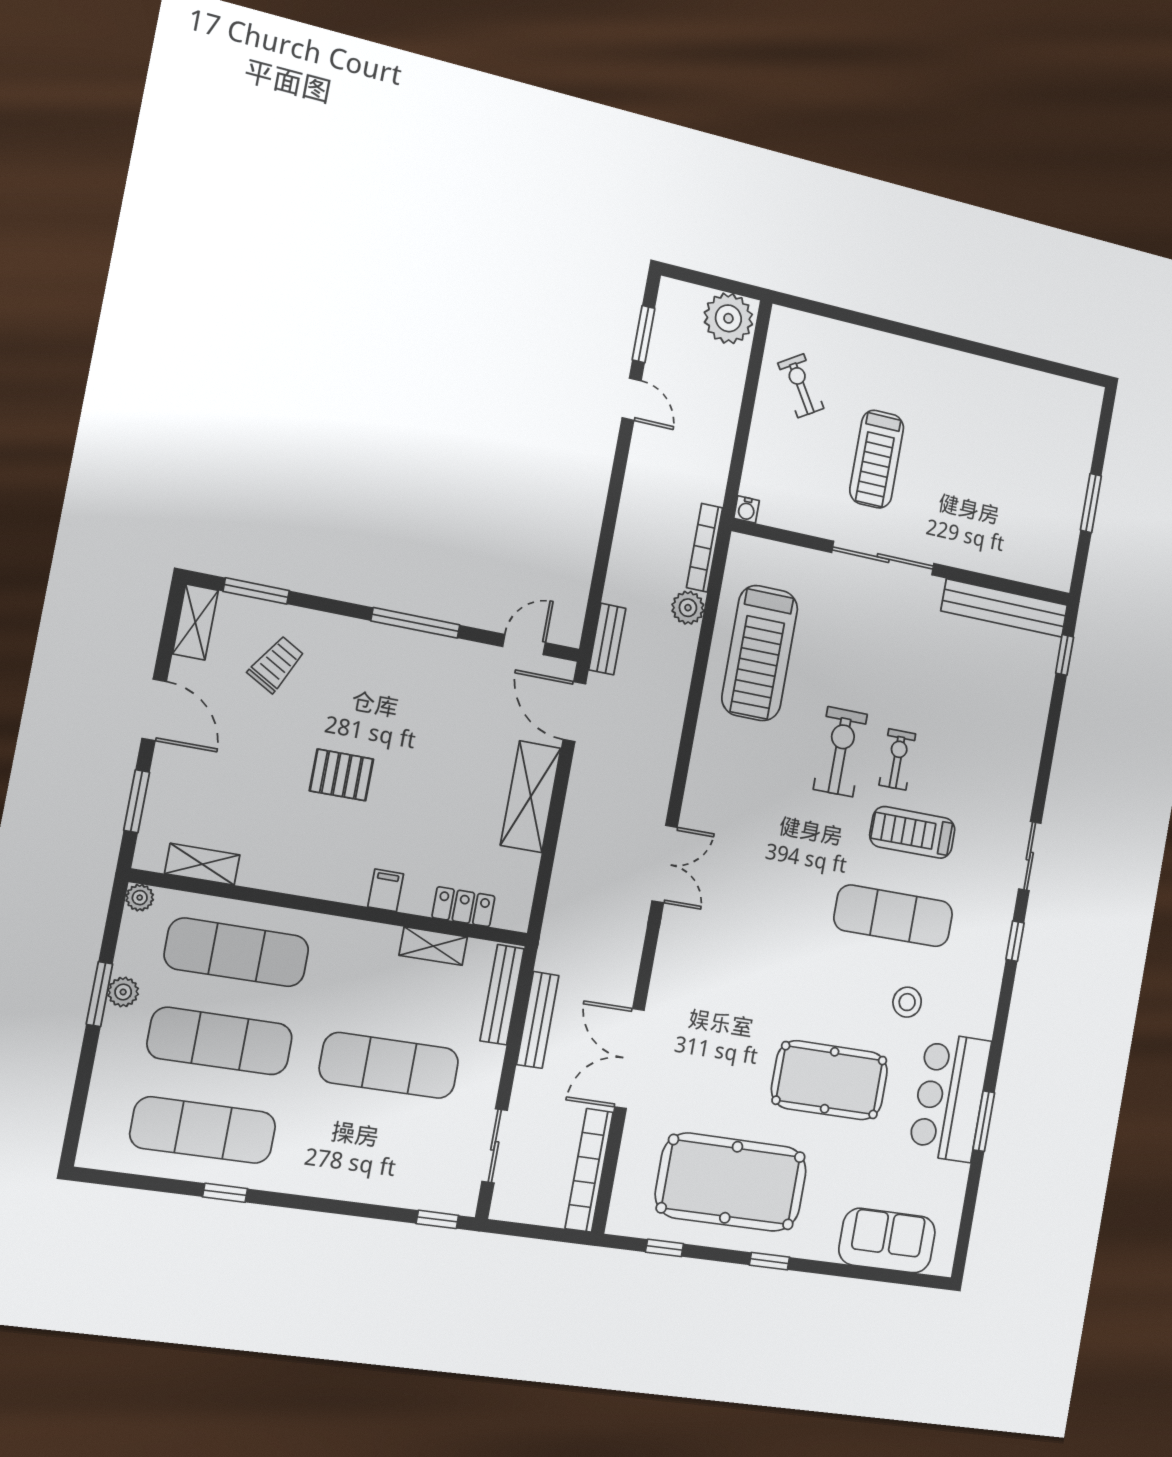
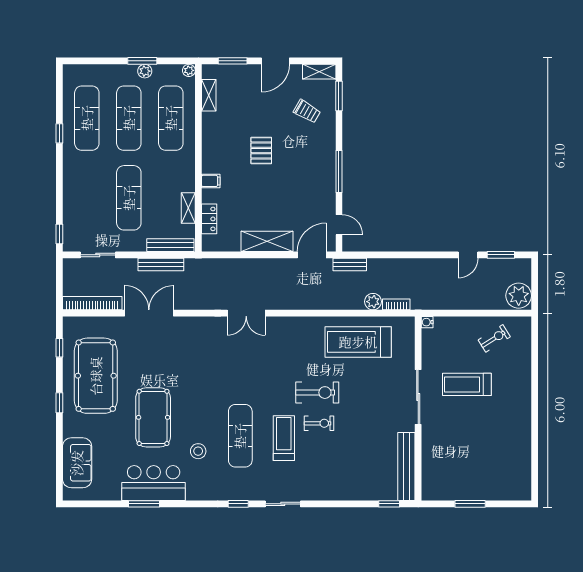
bookcase: (704, 548) -> (396, 304), width x0.64

